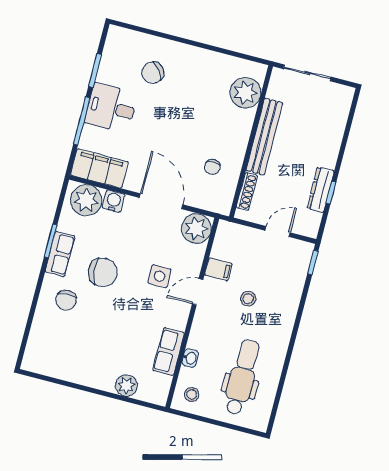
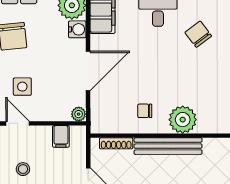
plant: (245, 93) -> (183, 120), moved
chair: (212, 167) -> (145, 111), moved
plant: (196, 229) -> (79, 114), width x0.53, depth x0.53
filing cabinet: (218, 269) -> (61, 136), moved

